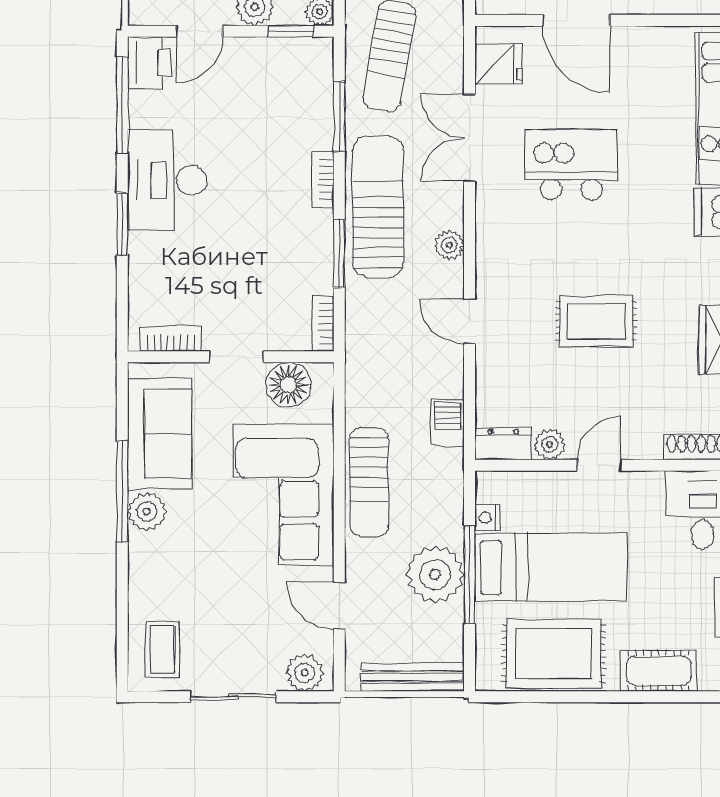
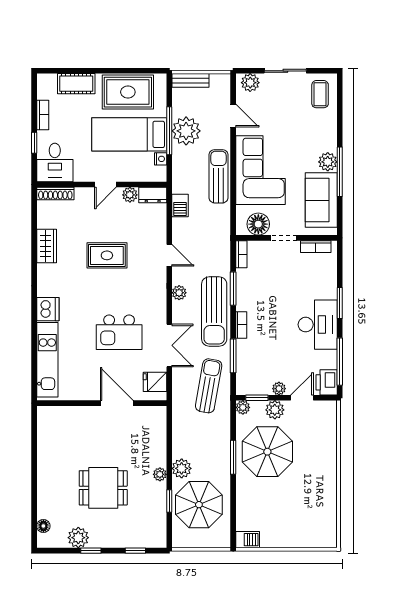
plant: (246, 50) -> (279, 389), added
bench: (412, 677) -> (191, 80), width x0.73

